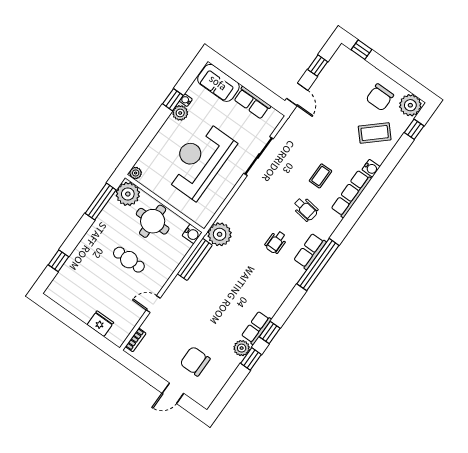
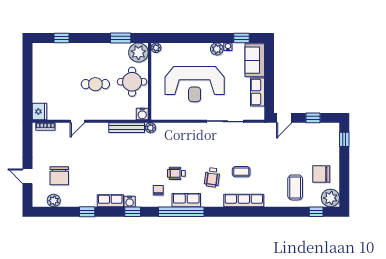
window: (173, 100) -> (242, 38), moved
coffee table: (375, 133) -> (295, 187), turned 42
reception desk: (199, 160) -> (195, 84), turned 180
water cooler: (371, 168) -> (130, 202), moved
window: (101, 202) -> (121, 38), width x0.69
plant: (220, 234) -> (150, 128), width x0.53, depth x0.53
cafe table: (129, 260) -> (95, 84), turned 90
chair: (280, 272) -> (158, 190), added
door: (153, 304) -> (77, 121), swing flipped
fridge: (100, 324) -> (40, 111), moved
window: (270, 333) -> (133, 212), moved
plant: (242, 348) -> (54, 201), moved
chair: (195, 361) -> (59, 176), turned 180

